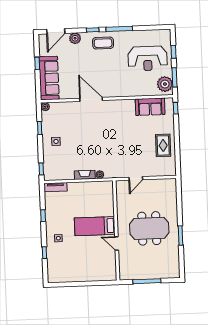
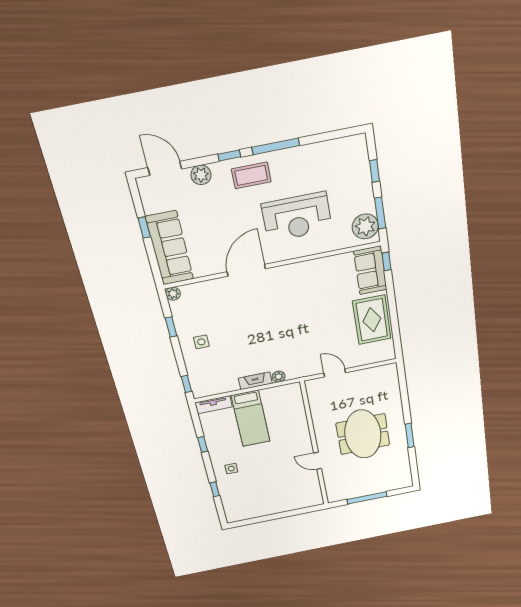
door: (56, 31) -> (165, 168), swing flipped
reception desk: (148, 58) -> (297, 217), moved
door: (91, 99) -> (246, 270), hinge flipped
sofa: (150, 107) -> (370, 270), moved, turned 90
rug: (163, 145) -> (372, 320), width x1.36, depth x1.43
door: (136, 178) -> (335, 373), swing flipped
bed: (95, 226) -> (251, 419), moved, turned -90
meeting table: (149, 228) -> (363, 434), turned 90

